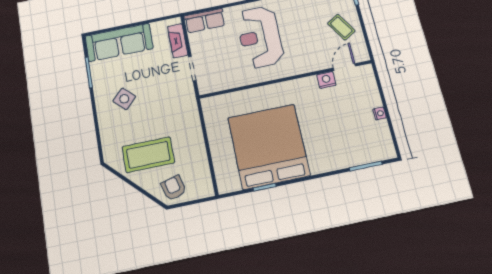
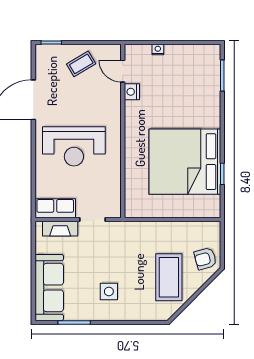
row of seats: (205, 21) -> (55, 208), moved, turned -90
side table: (124, 99) -> (109, 291), turned 45
nightstand: (380, 113) -> (158, 50), moved

